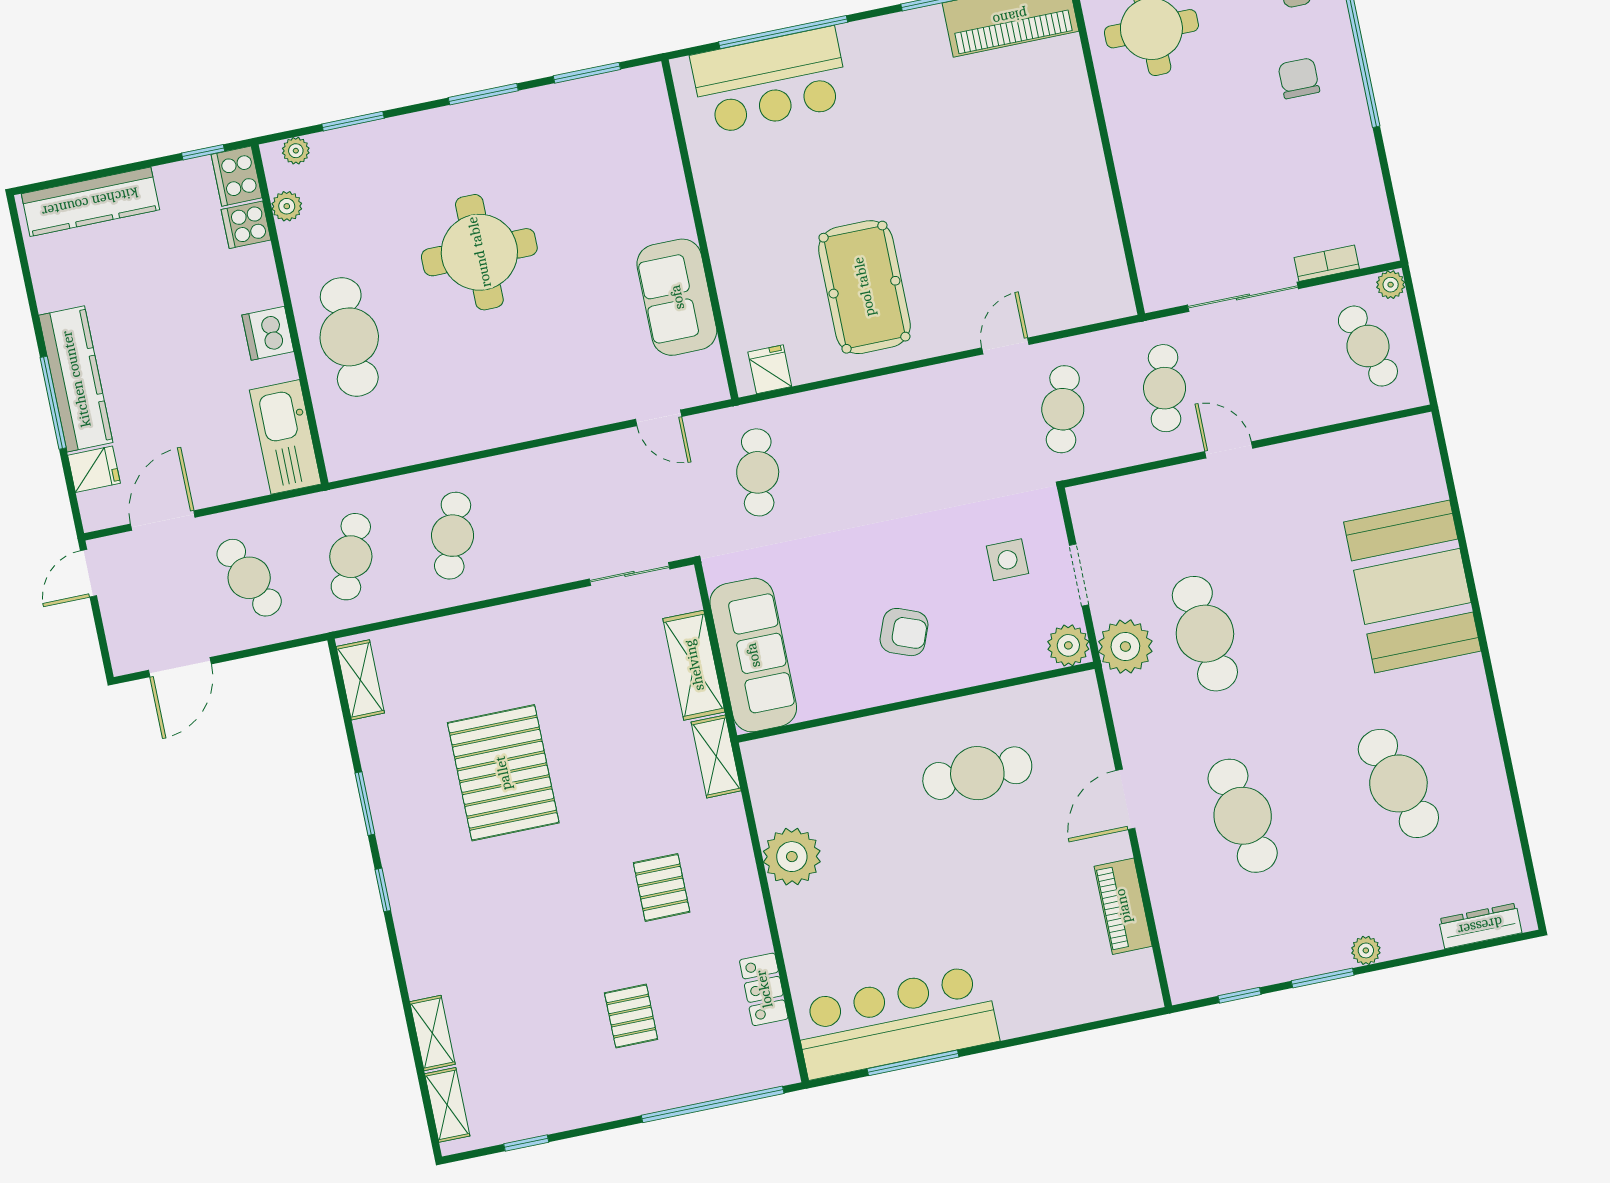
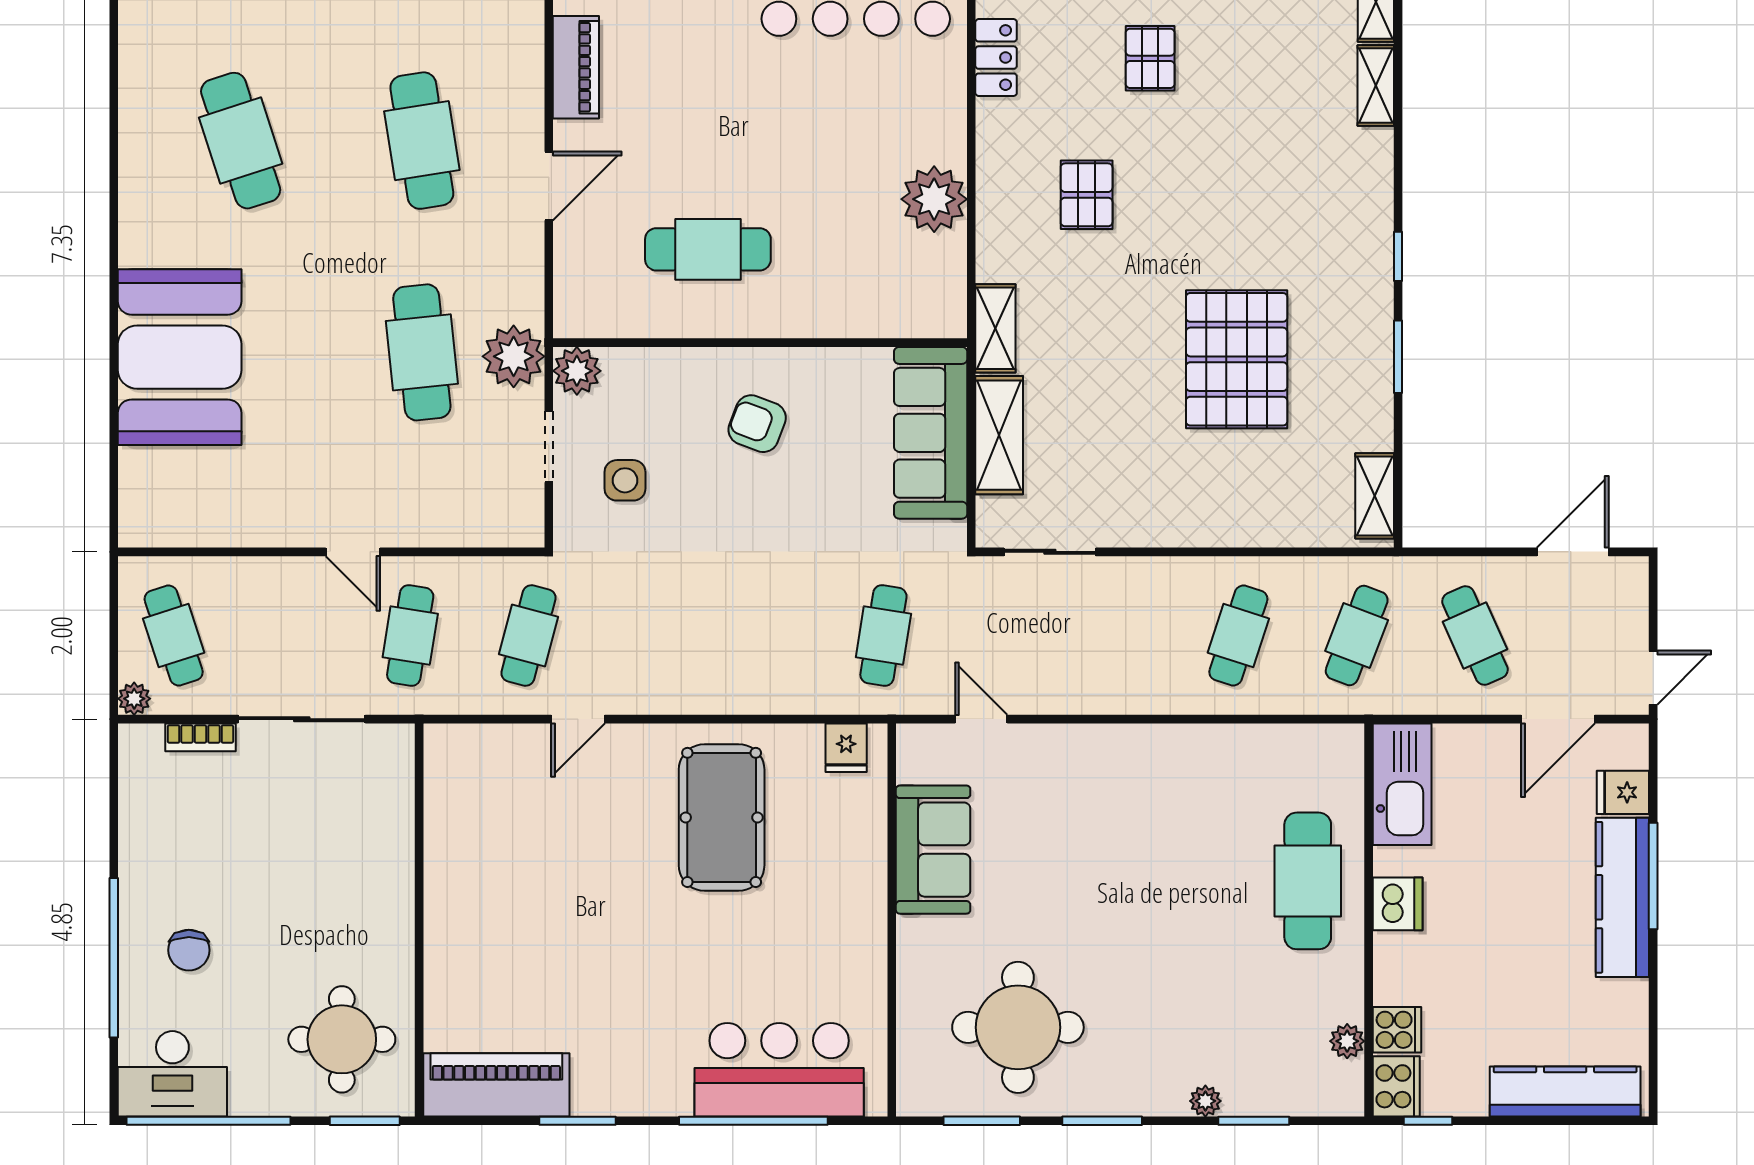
plant: (296, 151) -> (1205, 1101), moved
round table: (479, 252) -> (1018, 1027), moved

